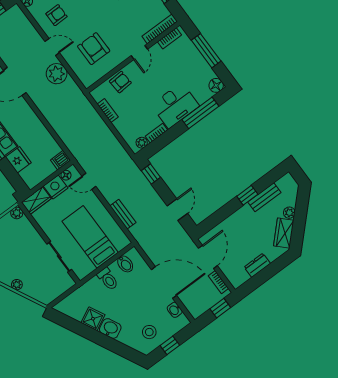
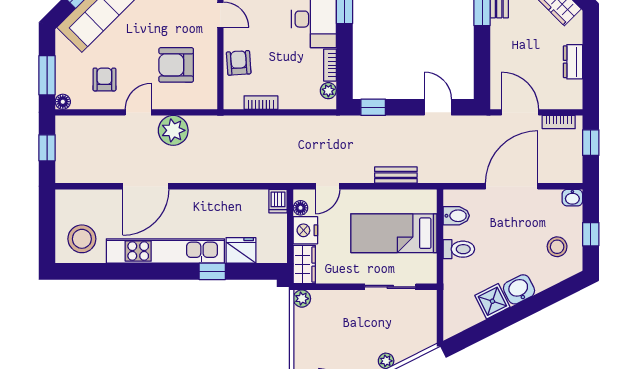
washbasin: (175, 310) -> (572, 198), moved

